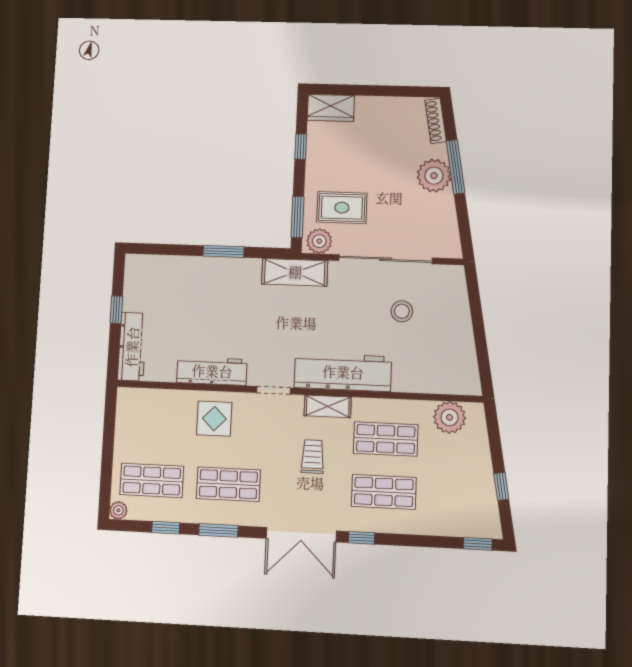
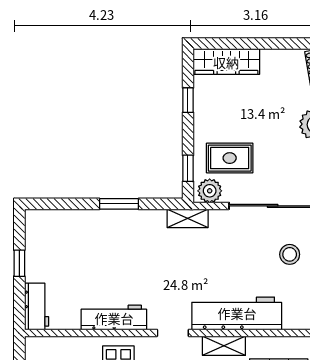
wardrobe: (331, 108) -> (226, 62), width x1.50
window: (298, 217) -> (188, 168), width x0.67
shelving: (295, 272) -> (188, 218), width x0.67, depth x0.75
workbench: (132, 347) -> (37, 306), width x0.73

